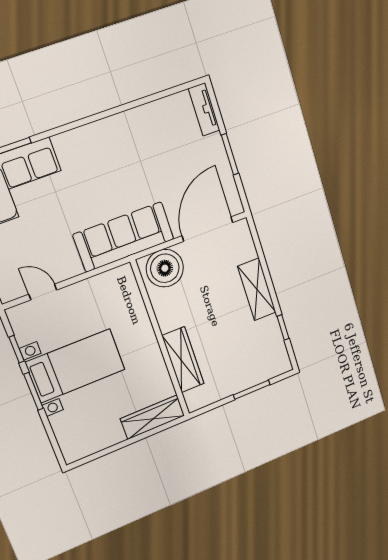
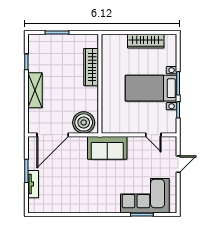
tv unit: (204, 109) -> (33, 184), moved
sofa: (124, 237) -> (107, 148), width x0.73
wardrobe: (152, 417) -> (146, 41), moved

